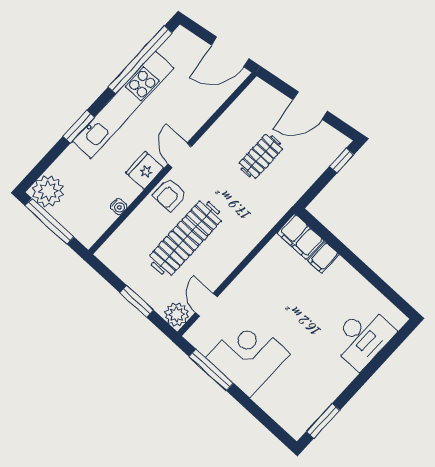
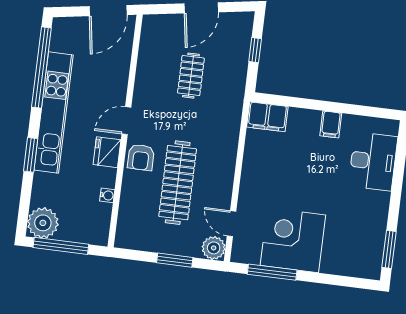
door: (180, 155) -> (126, 121), hinge flipped
window: (342, 161) -> (255, 50), moved
filing cabinet: (323, 258) -> (331, 124), moved

